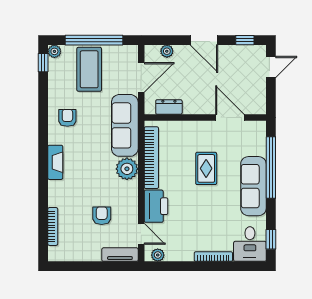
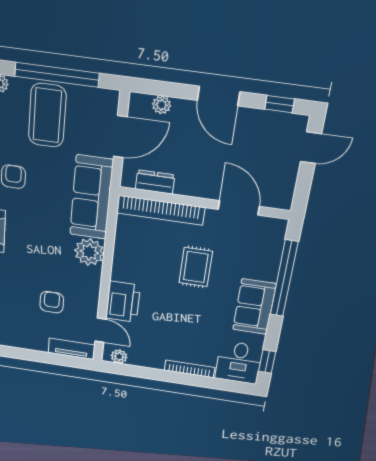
bookcase: (151, 158) -> (161, 210), moved, turned 90
sofa: (253, 186) -> (254, 307), width x0.73

